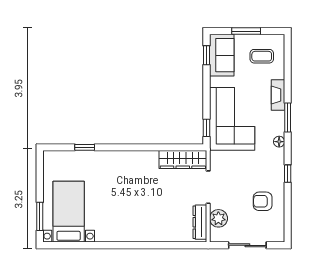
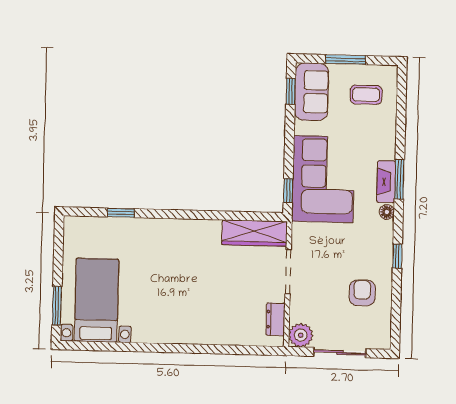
fireplace: (278, 95) -> (386, 182), moved
armchair: (263, 201) -> (362, 293), turned 90
plant: (218, 218) -> (301, 335), moved
dresser: (200, 222) -> (276, 319), width x0.70

